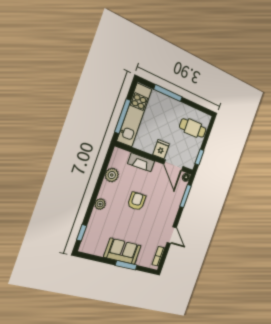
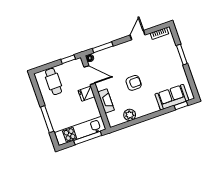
door: (173, 165) -> (90, 75), hinge flipped
armchair: (137, 201) -> (134, 83), turned 180
plant: (100, 204) -> (154, 108), removed
sofa: (122, 251) -> (172, 97), moved, turned 90

